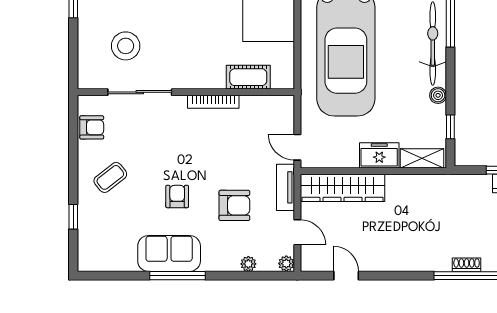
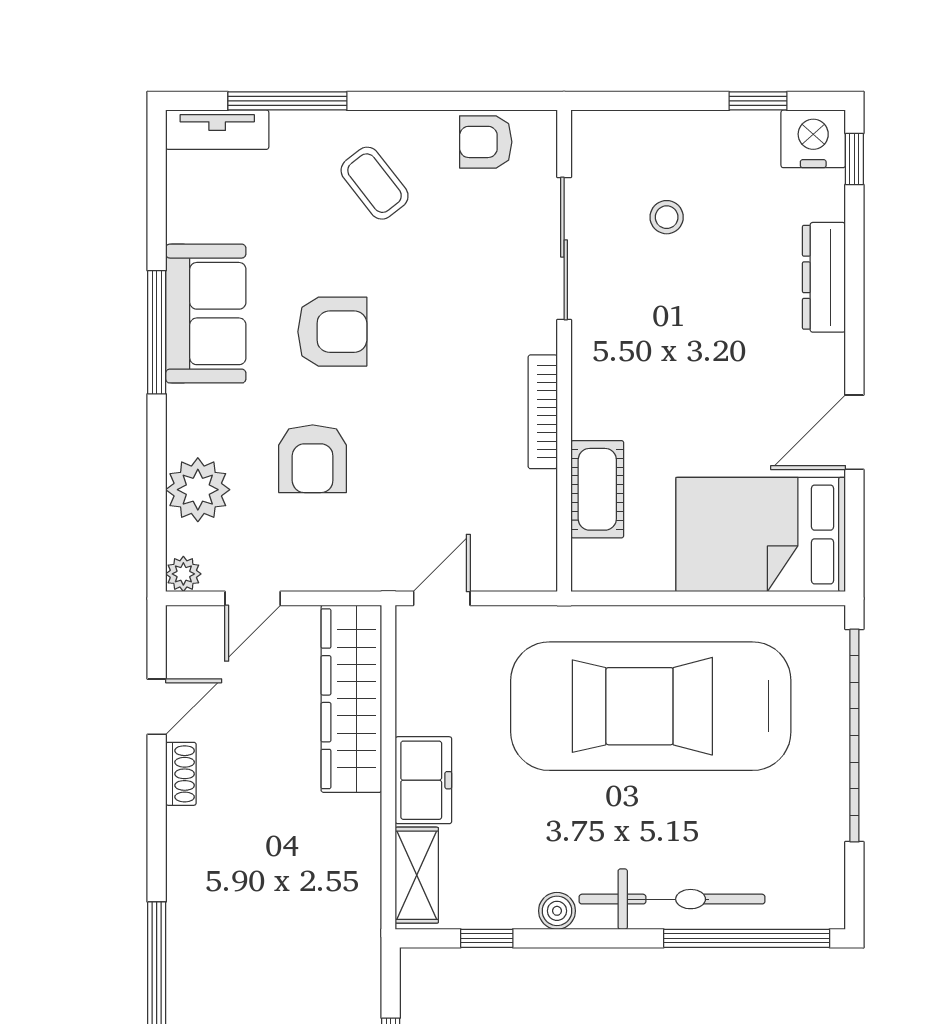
stool: (126, 46) -> (667, 217), width x0.53, depth x0.53
armchair: (92, 127) -> (486, 142), turned 90
tv unit: (285, 187) -> (217, 130), moved, turned 180
armchair: (177, 196) -> (332, 332), width x1.38, depth x1.38
window: (73, 217) -> (287, 101), width x2.17
plant: (248, 264) -> (198, 490), width x1.88, depth x1.88
shoe rack: (467, 265) -> (181, 774), moved

